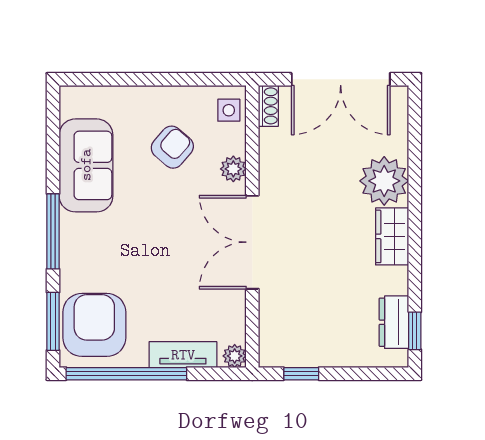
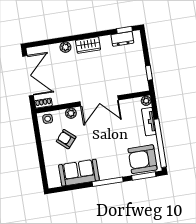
plant: (384, 181) -> (65, 47), width x0.53, depth x0.53

